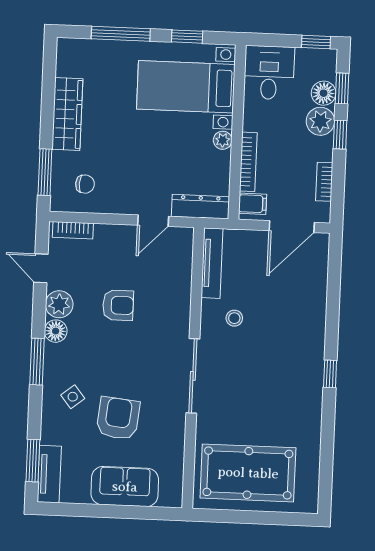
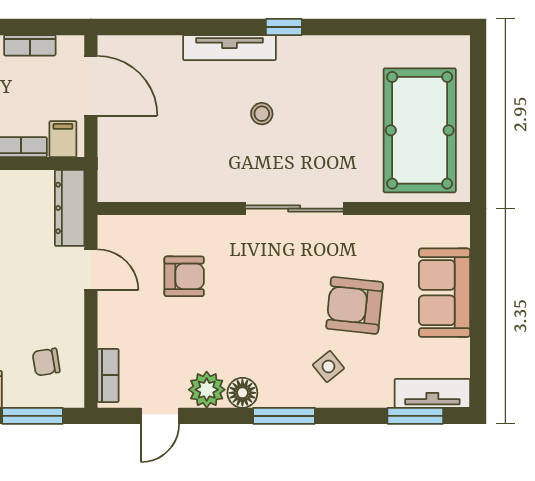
chair: (85, 184) -> (46, 362), turned -102
tv unit: (212, 263) -> (229, 48), moved, turned 180
armchair: (118, 305) -> (184, 276), moved, turned 90
stool: (234, 318) -> (262, 114), moved

